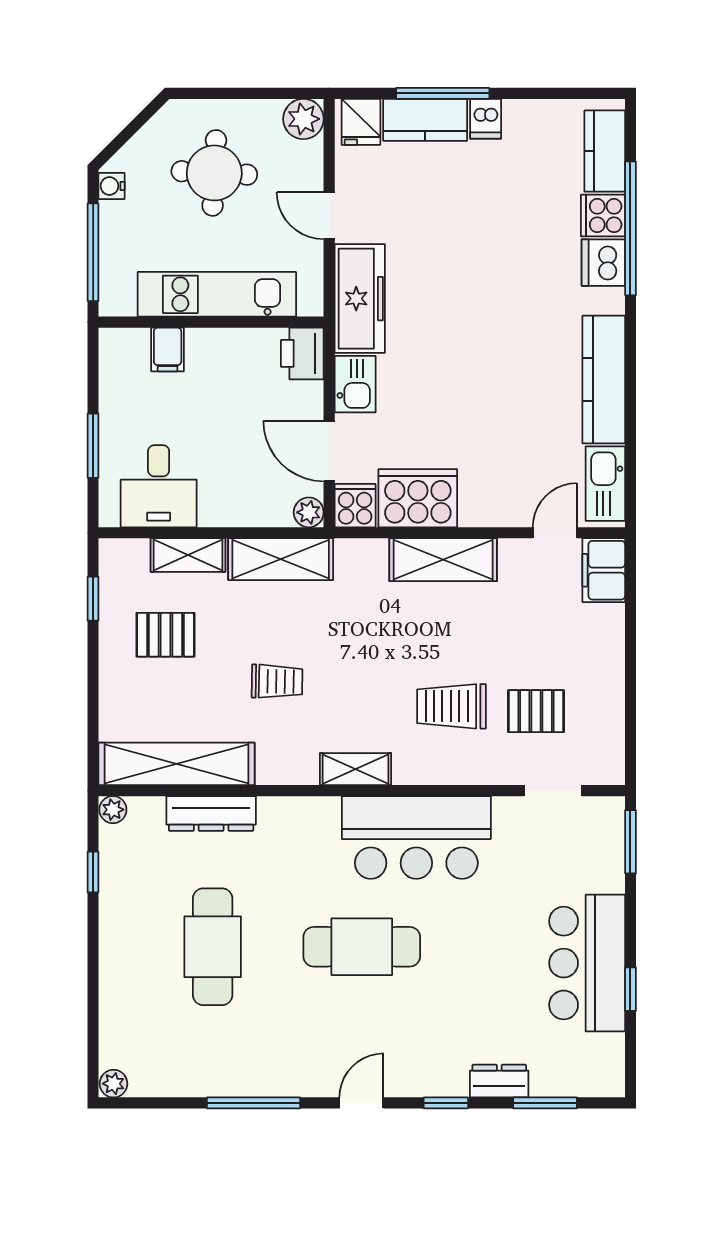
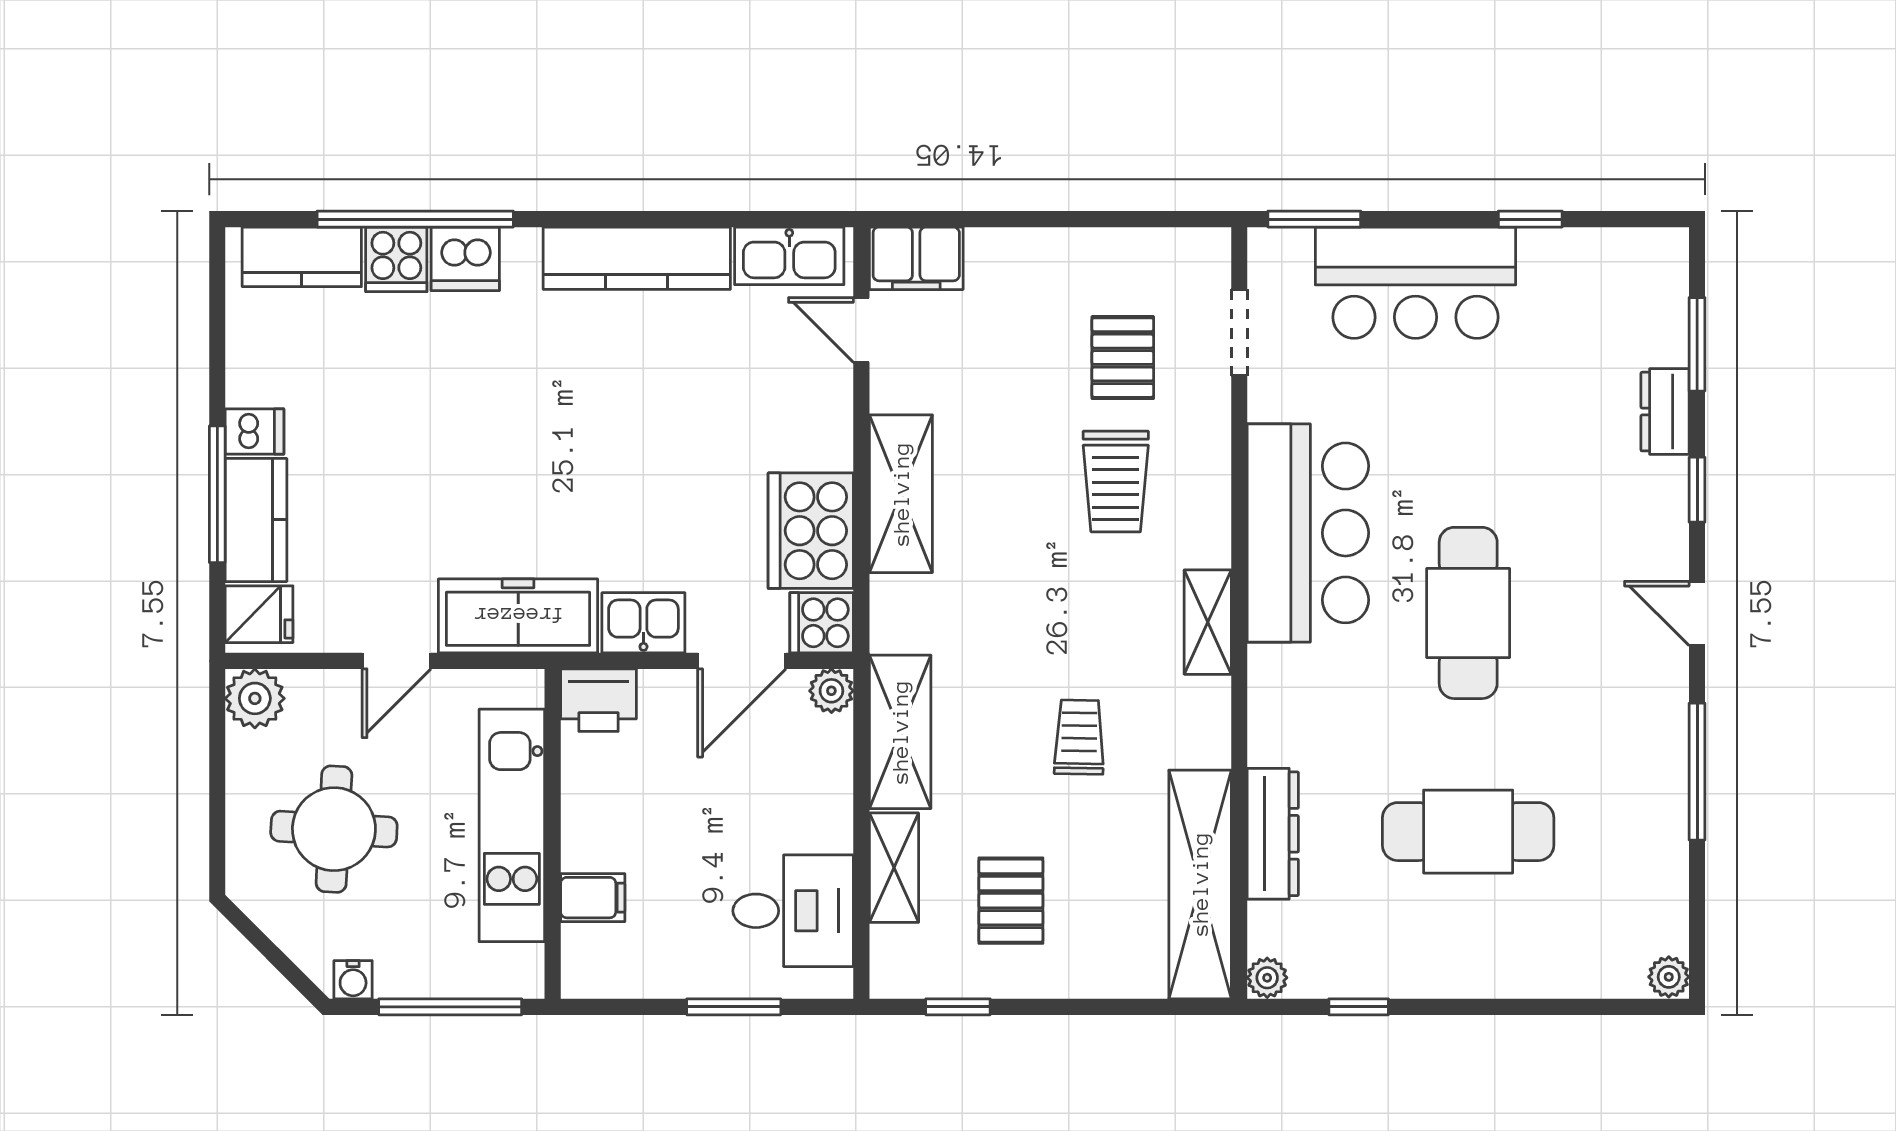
bar counter: (587, 963) -> (1415, 283), moved

